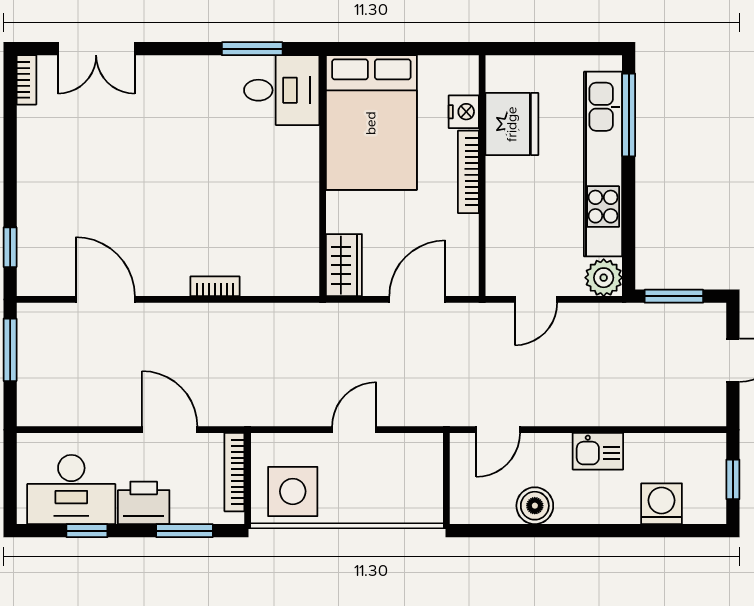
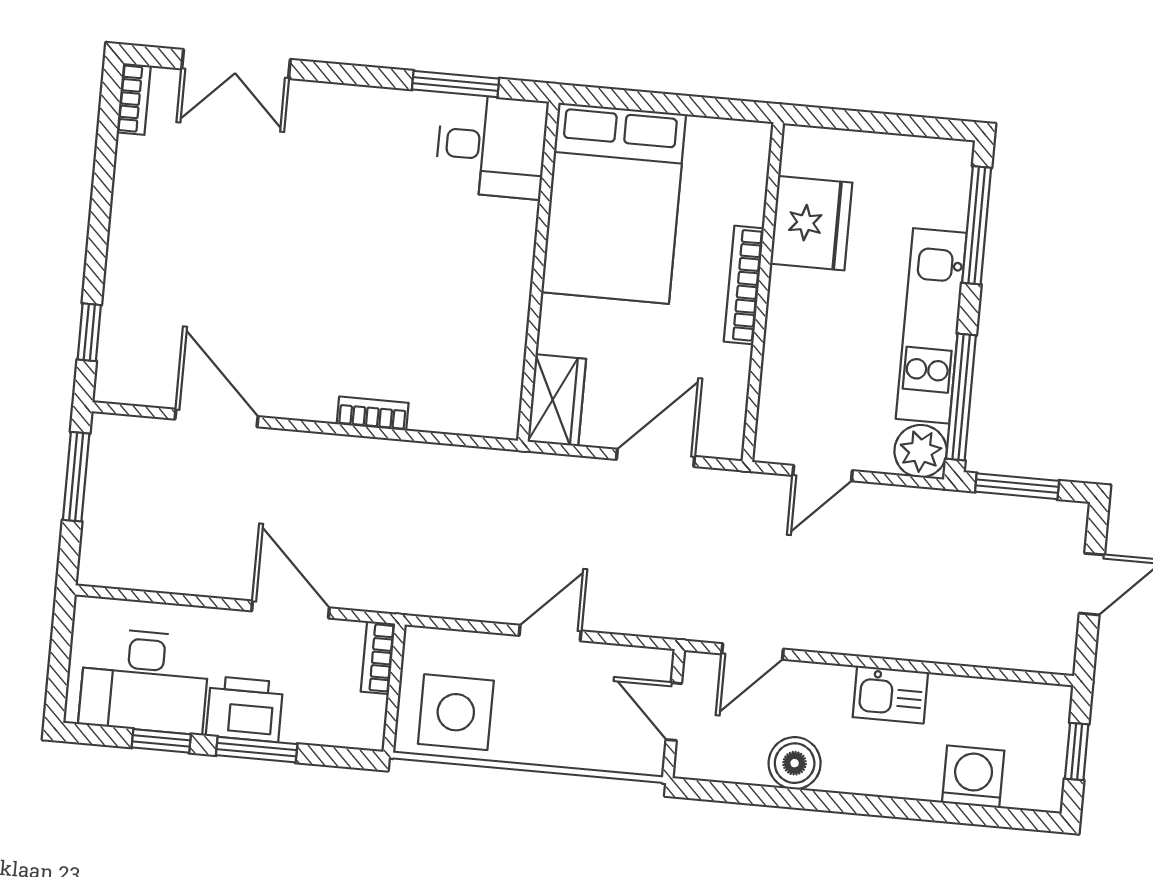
nightstand: (464, 112) -> (745, 200), removed
kitchen unit: (603, 164) -> (931, 326), width x0.73
window: (629, 237) -> (961, 397), added
bookcase: (234, 472) -> (378, 658), width x0.64
door: (446, 477) -> (674, 712), added
window: (185, 531) -> (257, 750), moved

